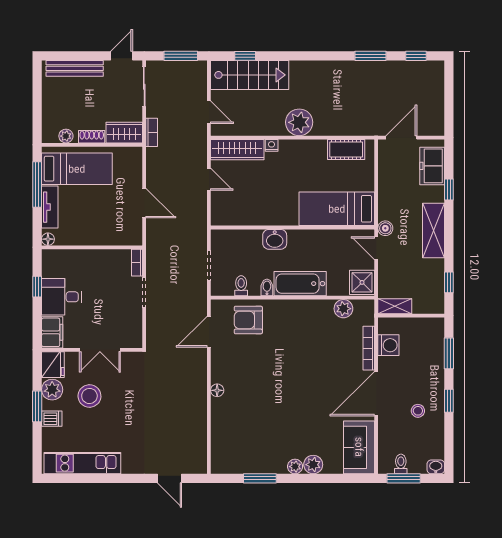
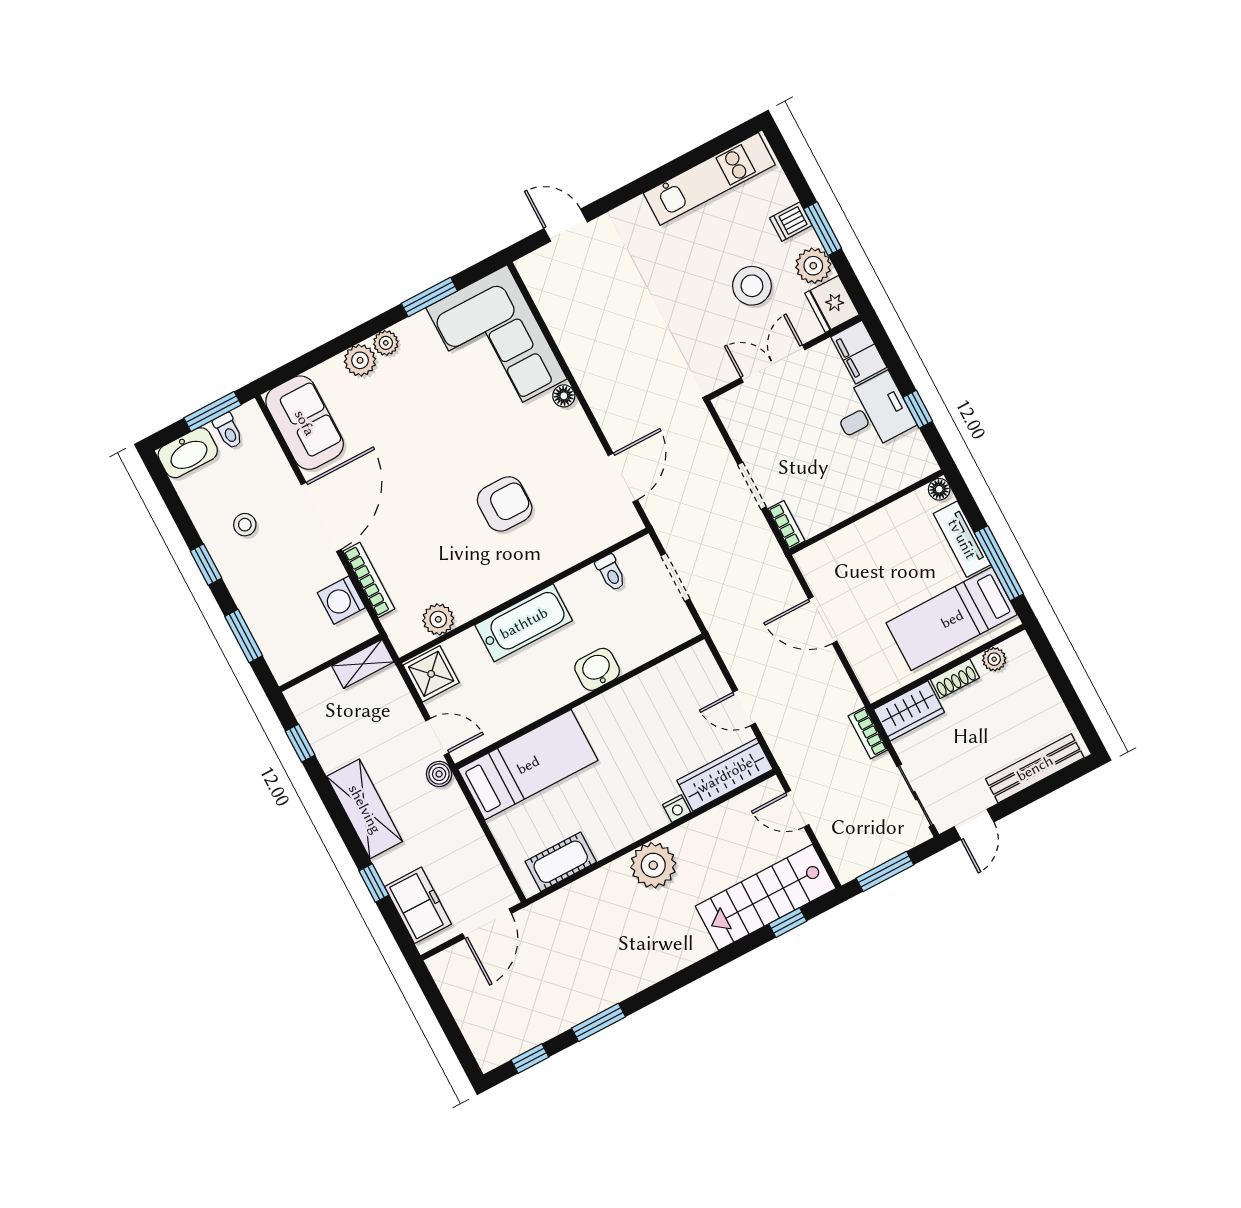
bidet: (267, 287) -> (571, 591), removed
armchair: (248, 320) -> (505, 504), moved
corner sofa: (238, 436) -> (497, 343), added
washbasin: (436, 467) -> (188, 453), width x1.91, depth x1.45

